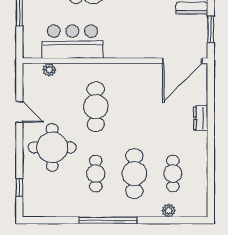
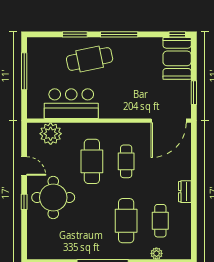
plant: (49, 70) -> (51, 134), width x1.87, depth x1.87
dresser: (201, 118) -> (185, 192), moved
cafe table: (96, 174) -> (126, 161), moved
window: (19, 188) -> (24, 202), moved

